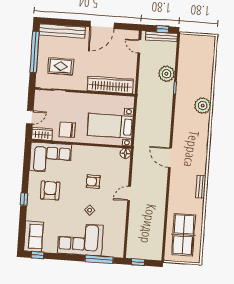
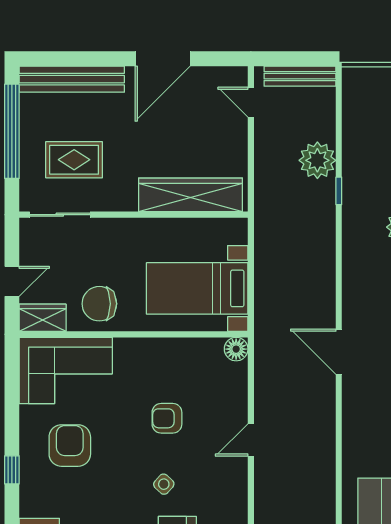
window: (163, 29) -> (302, 59), removed

